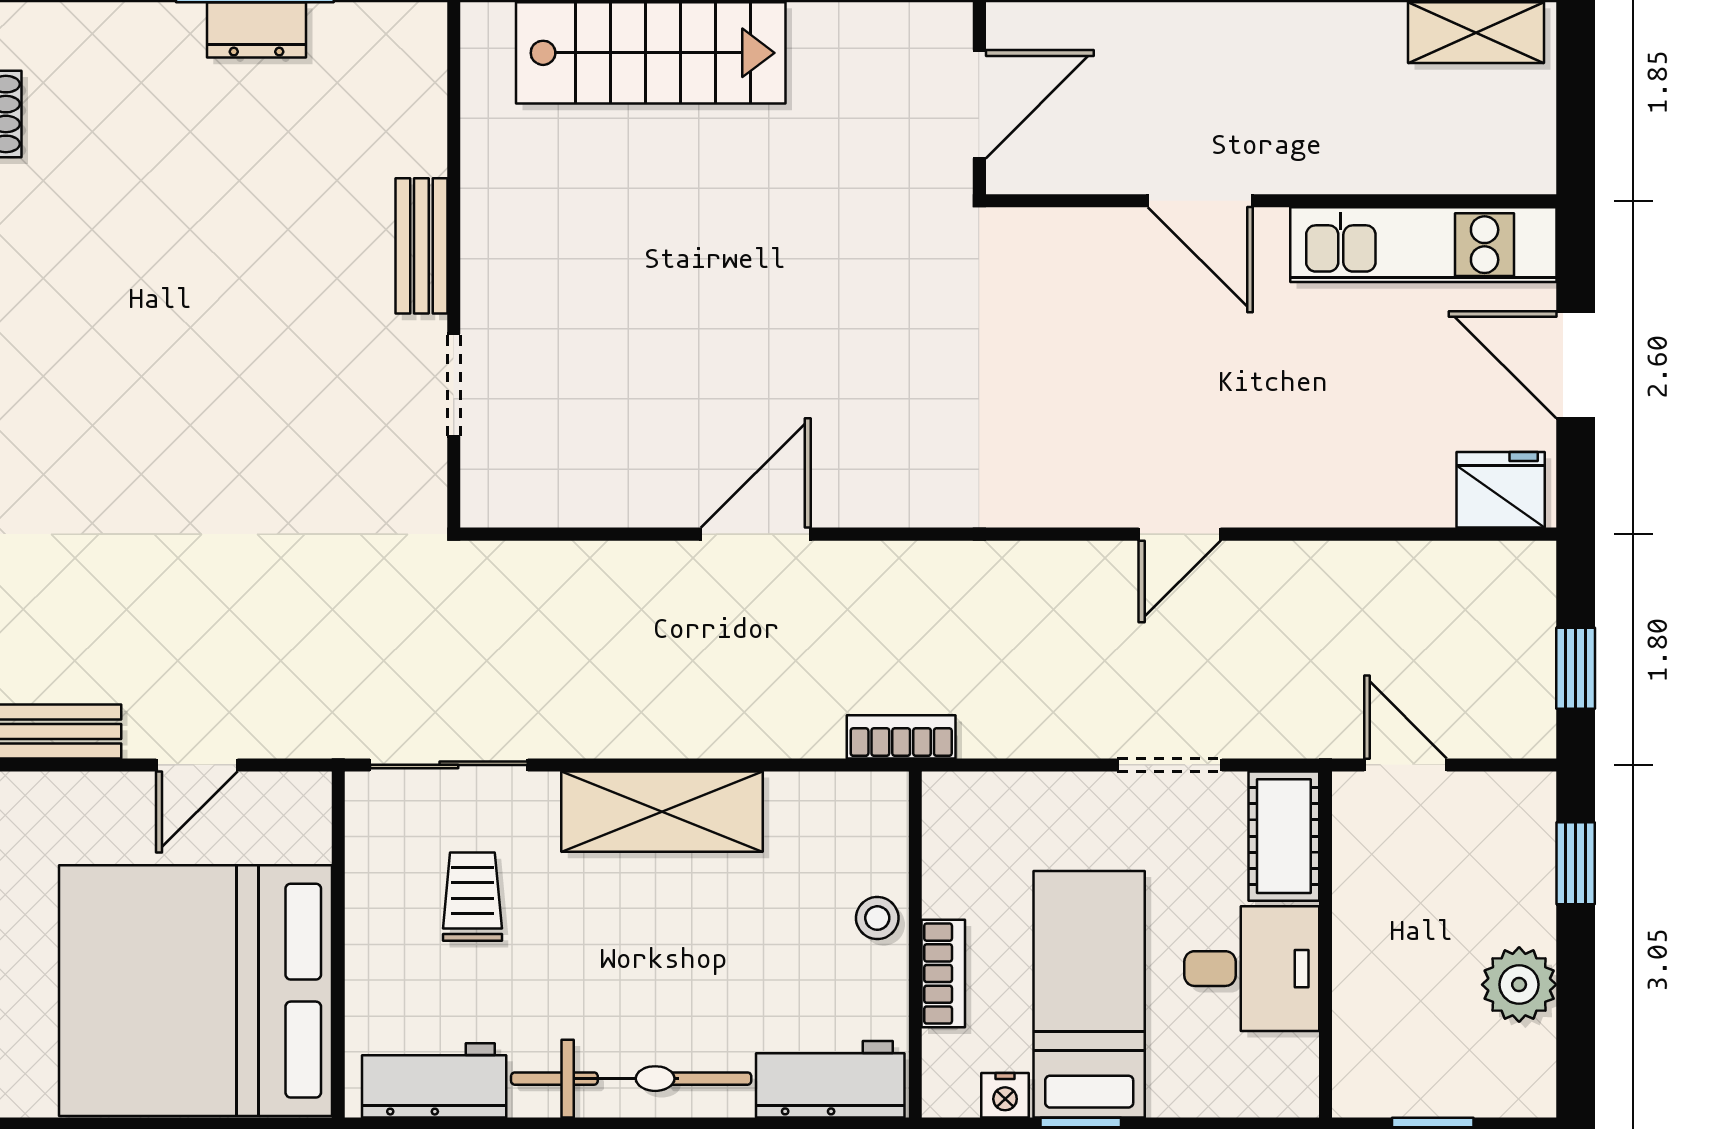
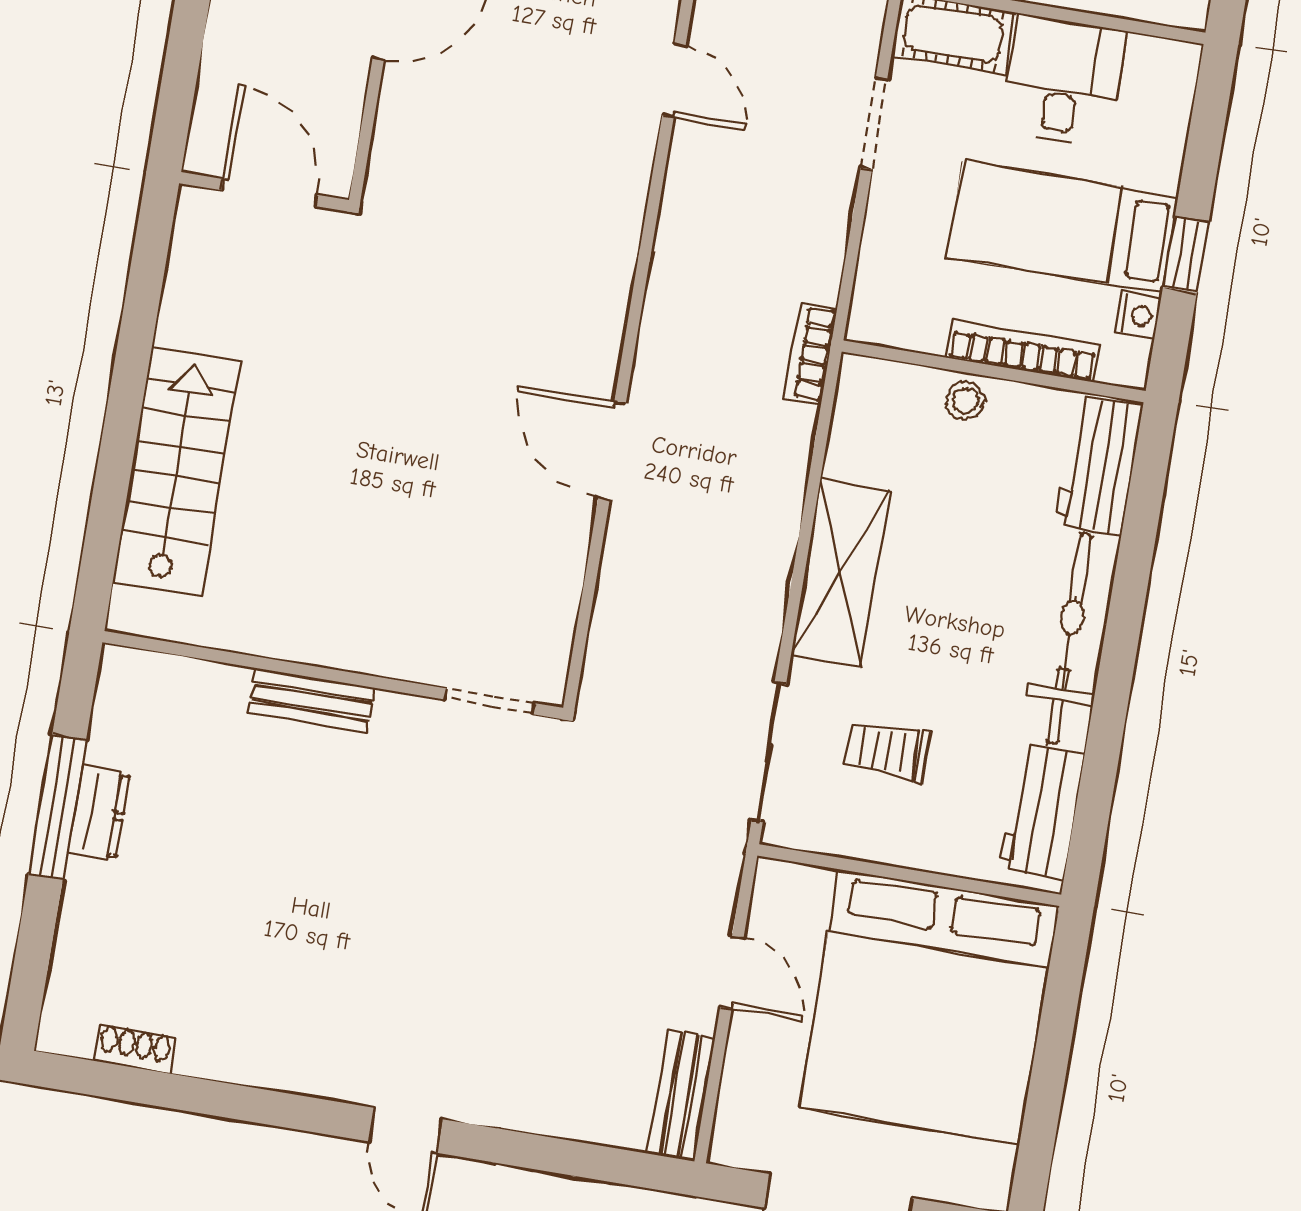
doorway: (454, 385) -> (490, 701), moved
bookcase: (943, 974) -> (1023, 351), width x1.56

